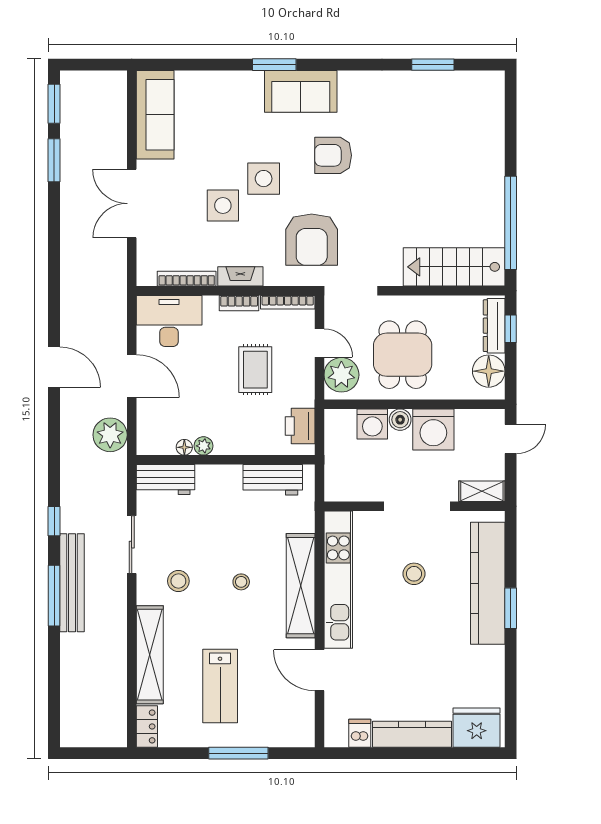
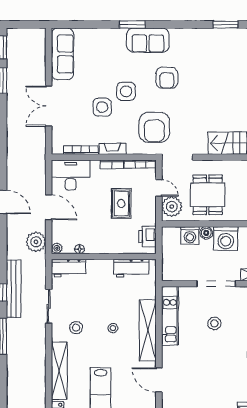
armchair: (333, 155) -> (167, 78), turned -90
plant: (203, 446) -> (57, 248), moved
kitchen unit: (338, 580) -> (170, 316), width x0.73
bench: (72, 583) -> (14, 289), moved

